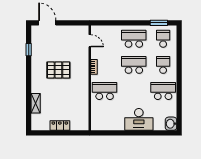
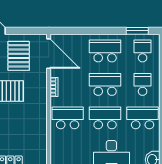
door: (90, 41) -> (49, 54), width x1.87
pallet: (66, 43) -> (19, 56), added
school desk: (134, 91) -> (105, 118), added

